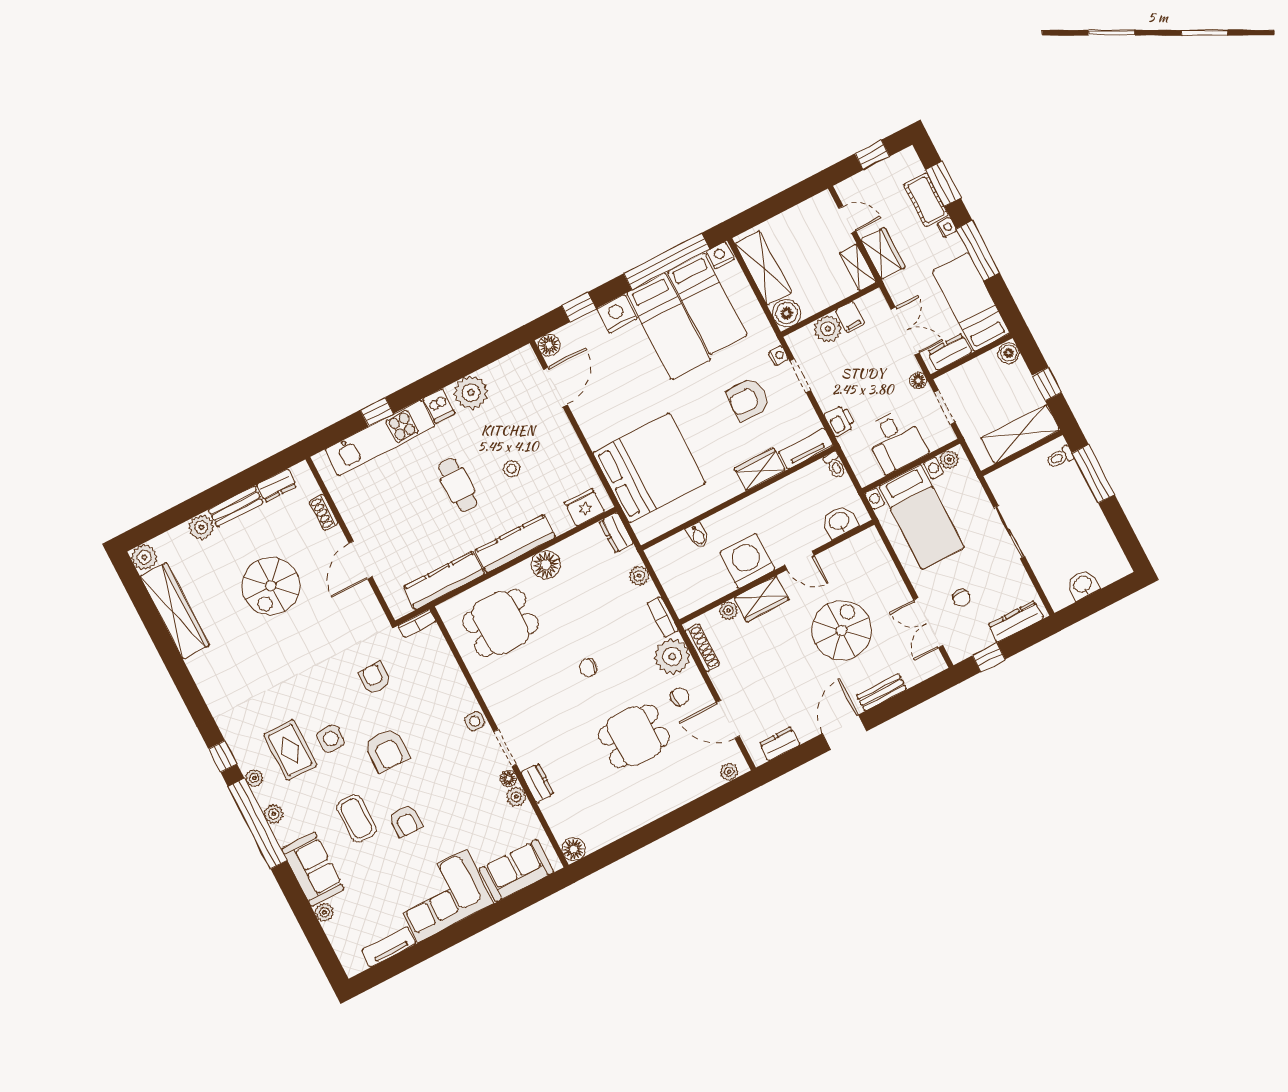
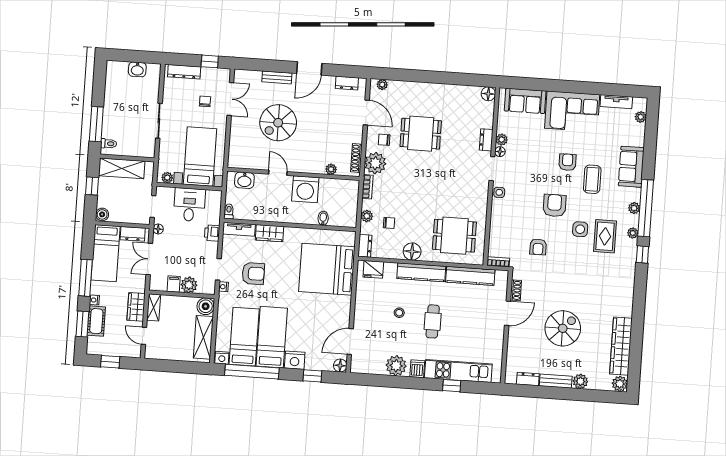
shoe rack: (324, 512) -> (516, 290), moved
wardrobe: (762, 599) -> (310, 165), removed
chair: (588, 668) -> (389, 223), moved
plant: (324, 912) -> (641, 117), moved

